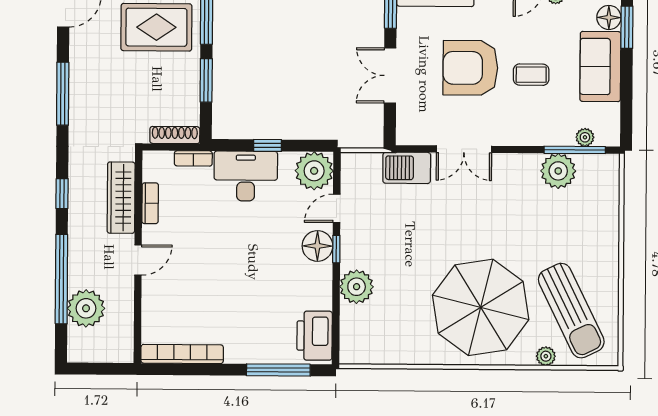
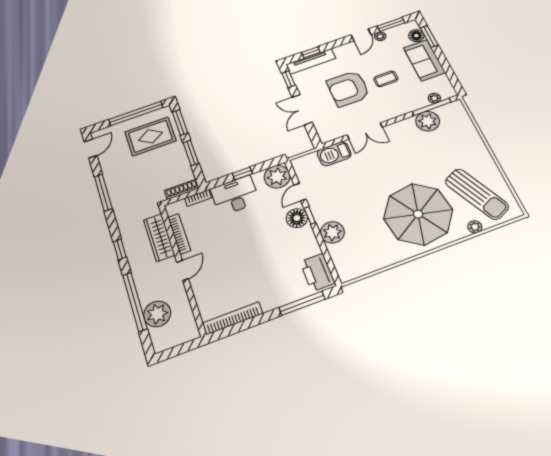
bookcase: (150, 203) -> (179, 234), width x1.56

